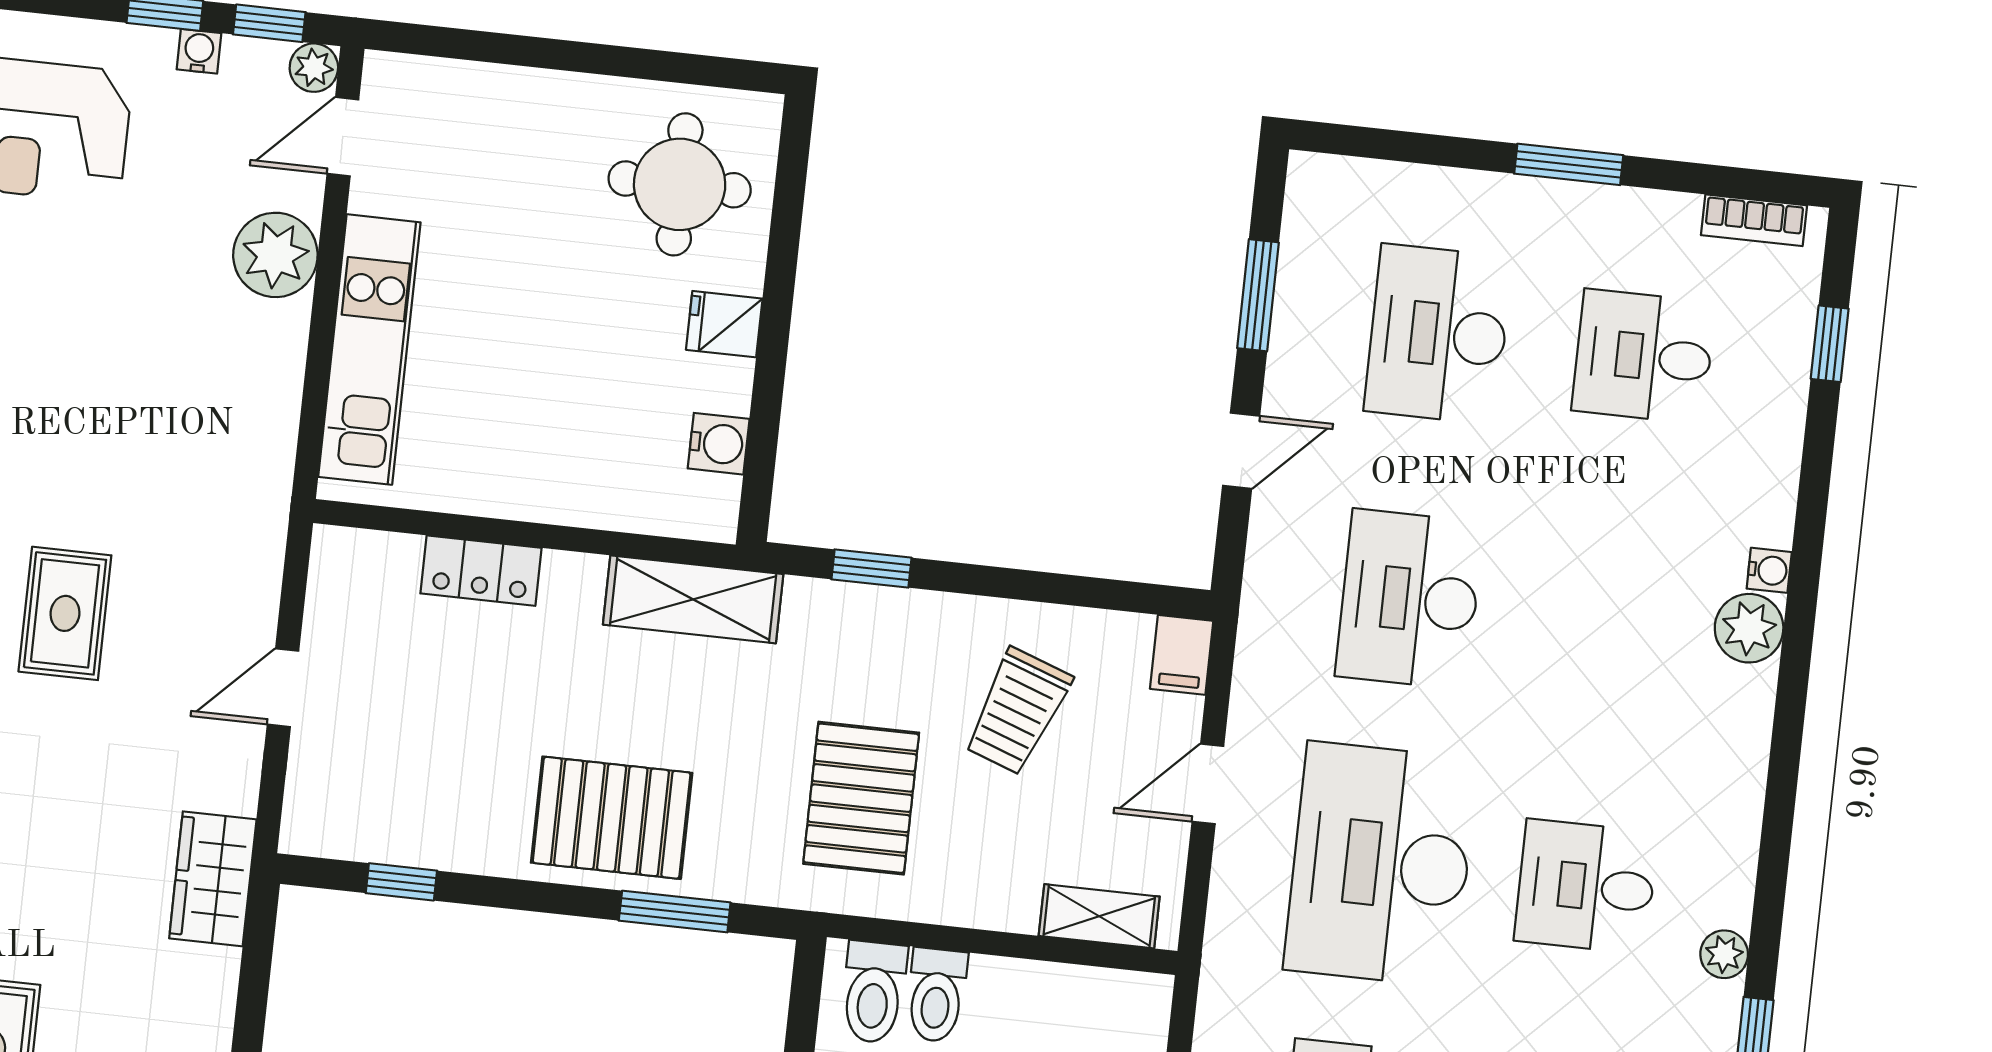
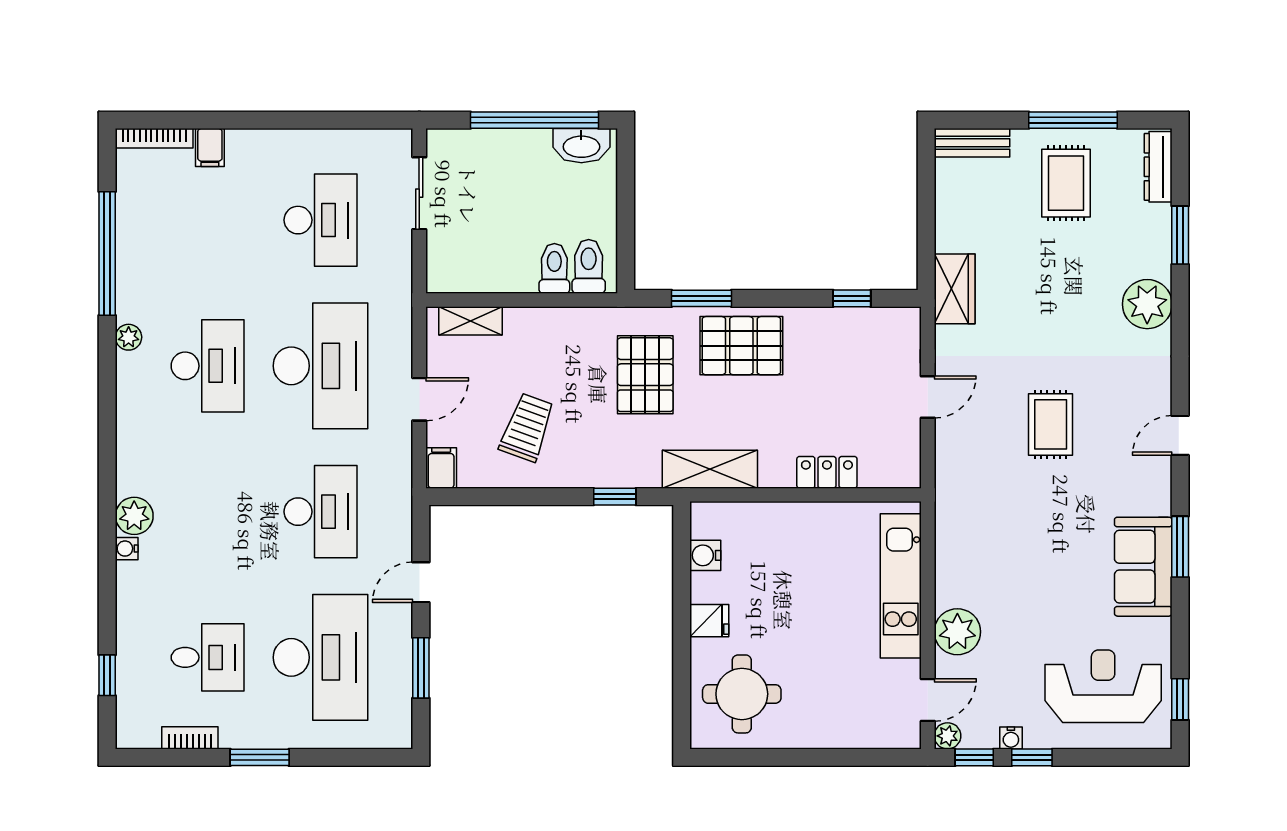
bookcase: (1754, 220) -> (190, 738), moved
desk: (1438, 334) -> (321, 657), width x1.36, depth x1.30
pallet: (861, 798) -> (645, 375), moved
desk: (1586, 887) -> (208, 366), width x1.37

